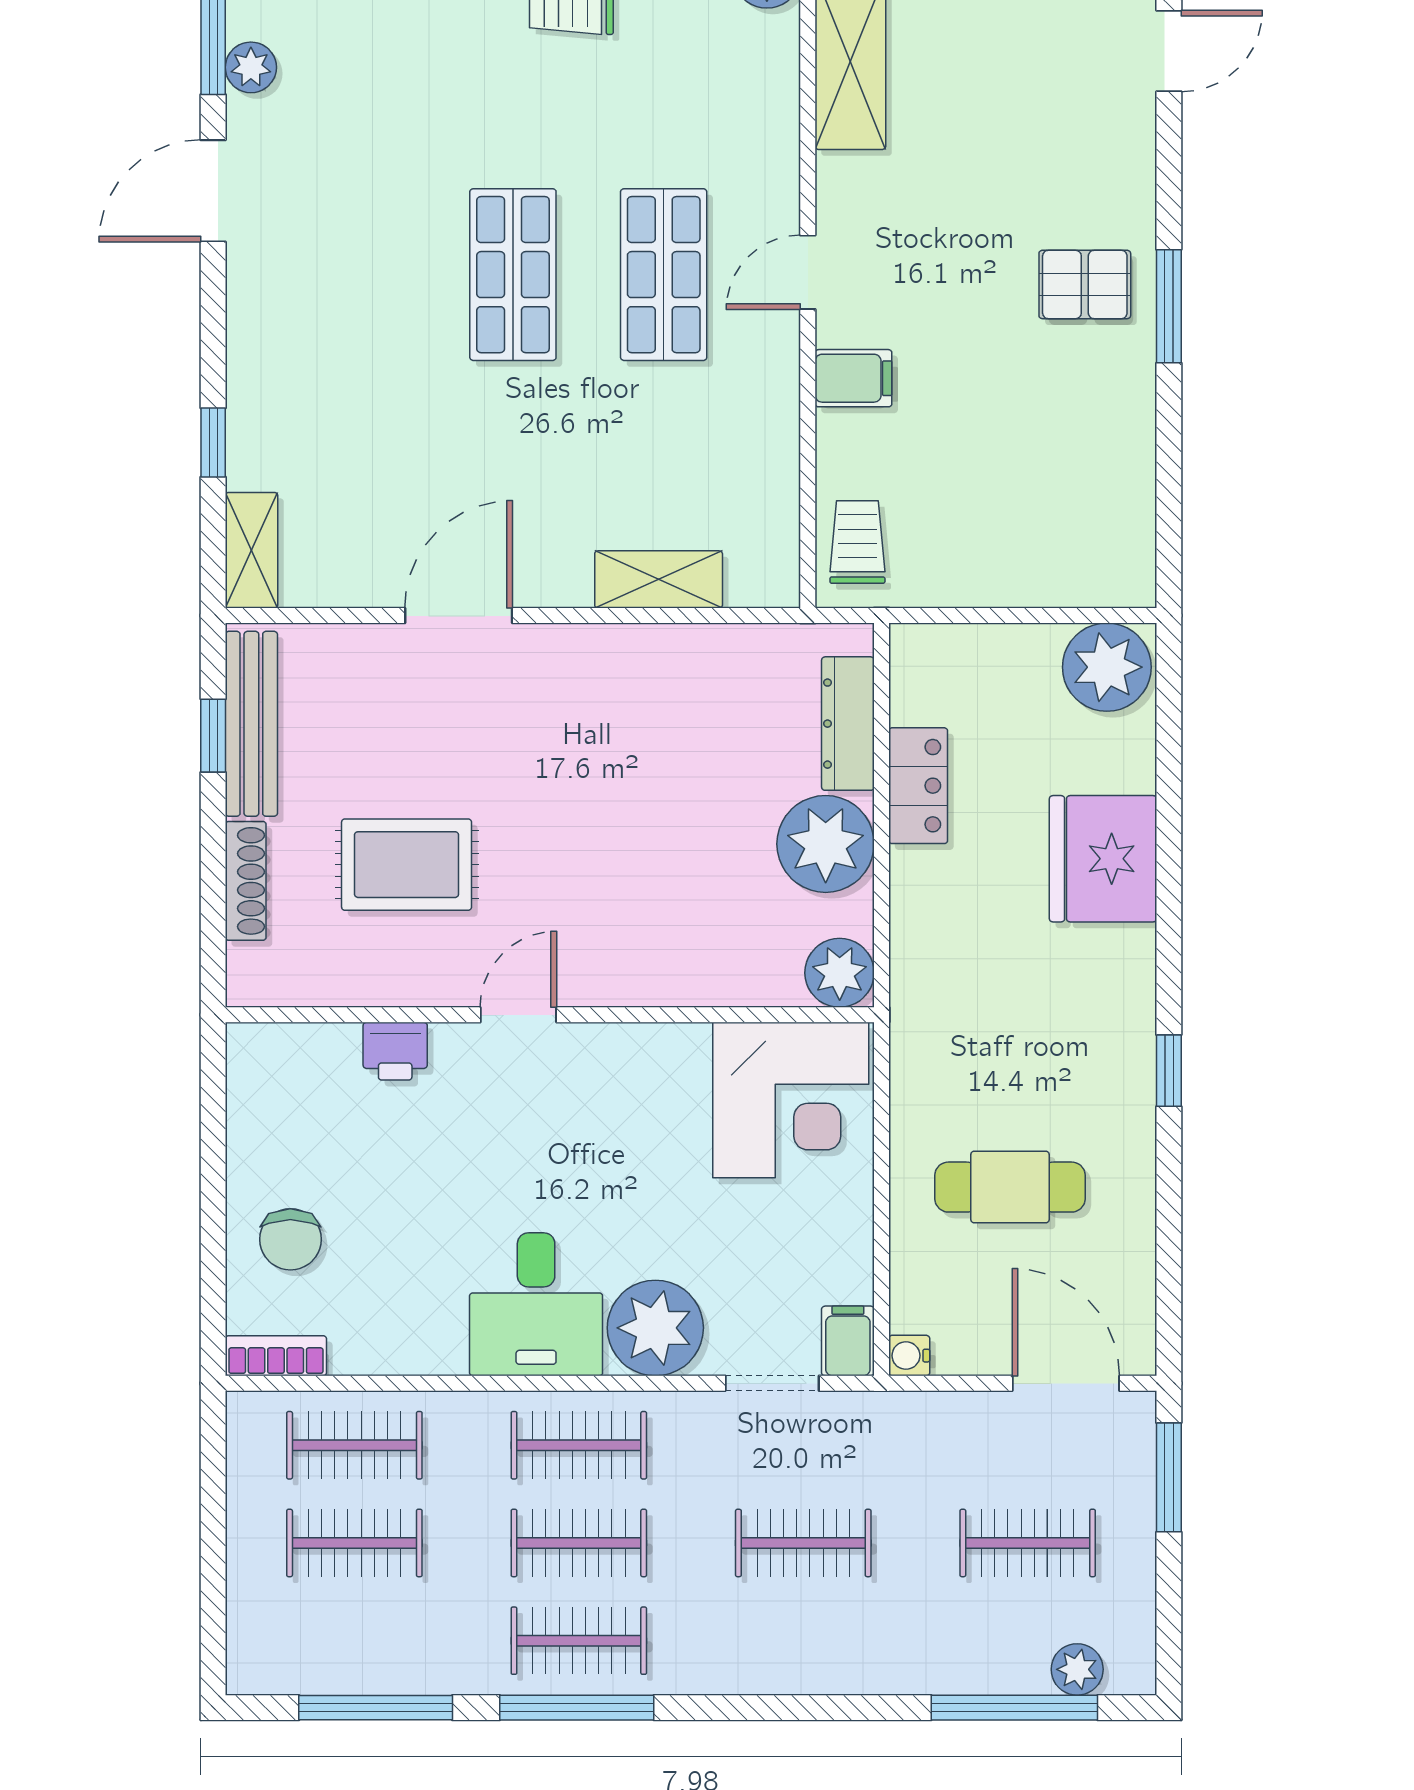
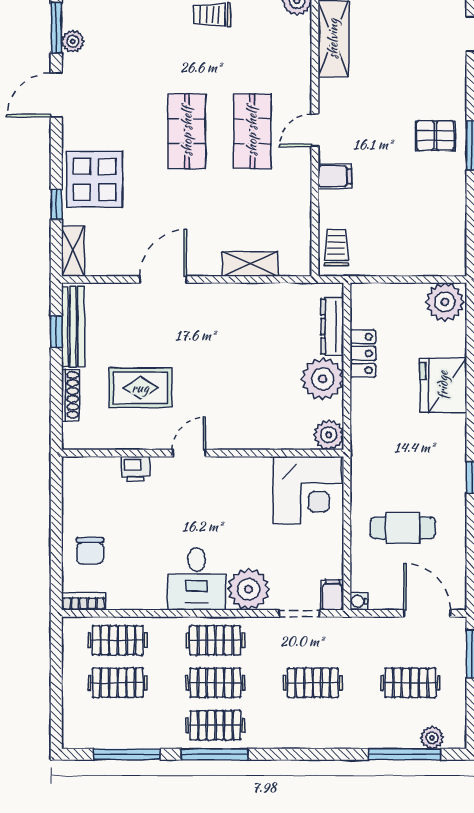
display table: (301, 385) -> (95, 179), added

